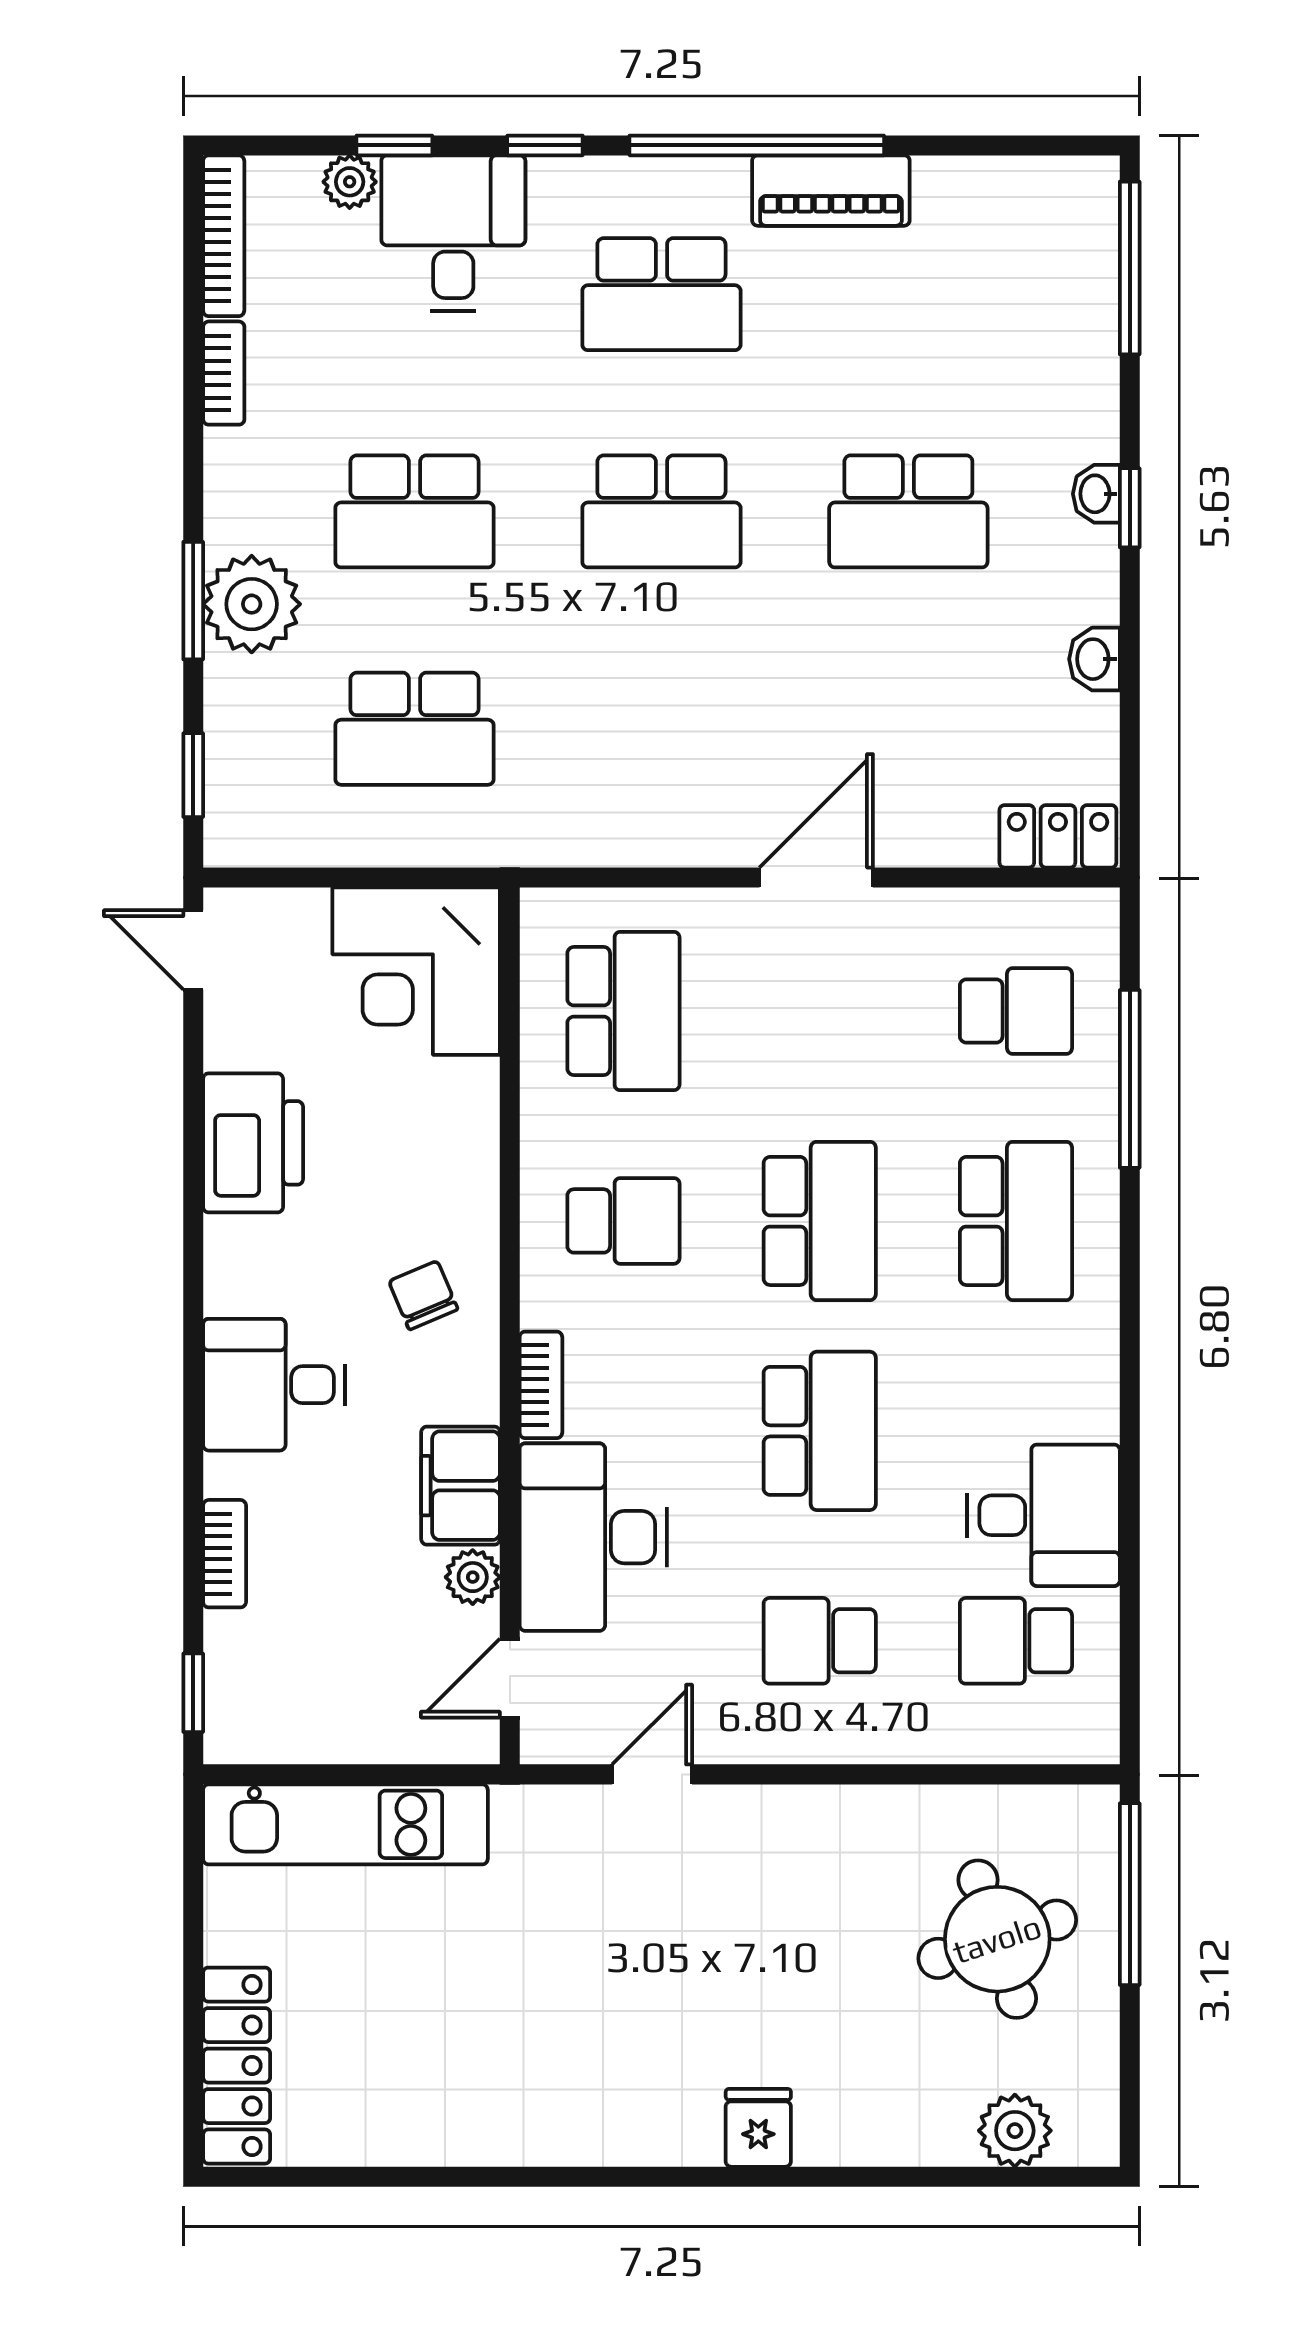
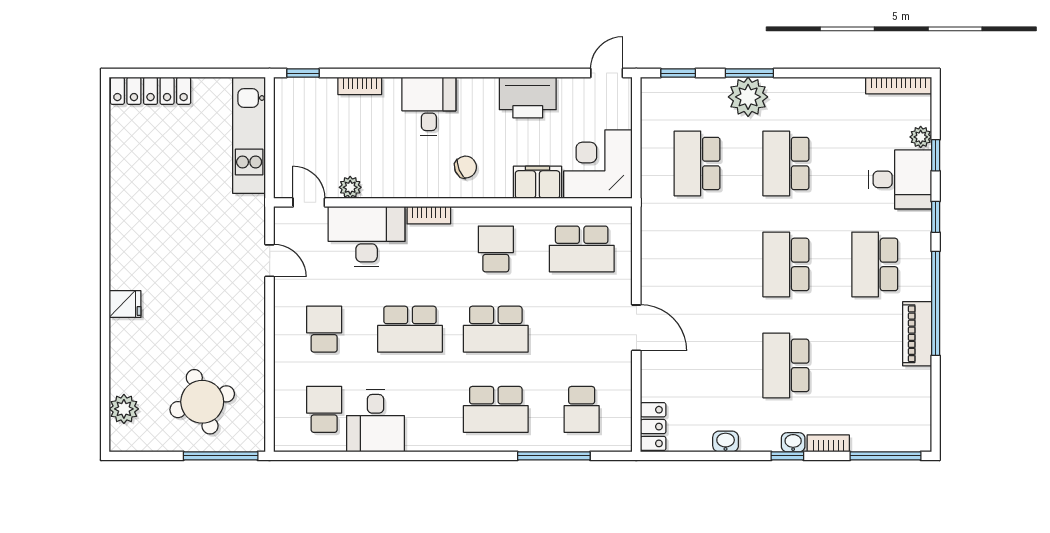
bookcase: (224, 373) -> (828, 443), moved, turned 180
school desk: (623, 1221) -> (496, 249), turned 180
filing cabinet: (461, 1486) -> (537, 182), moved

